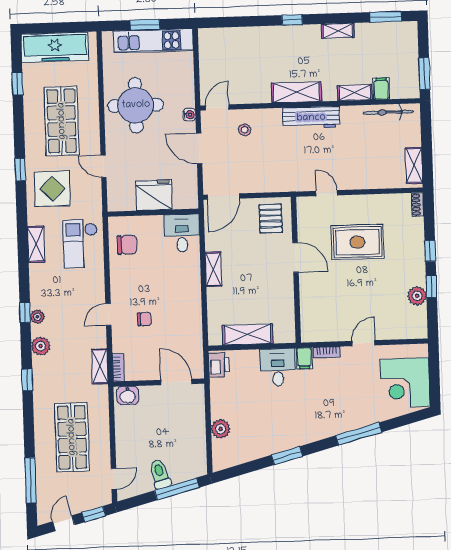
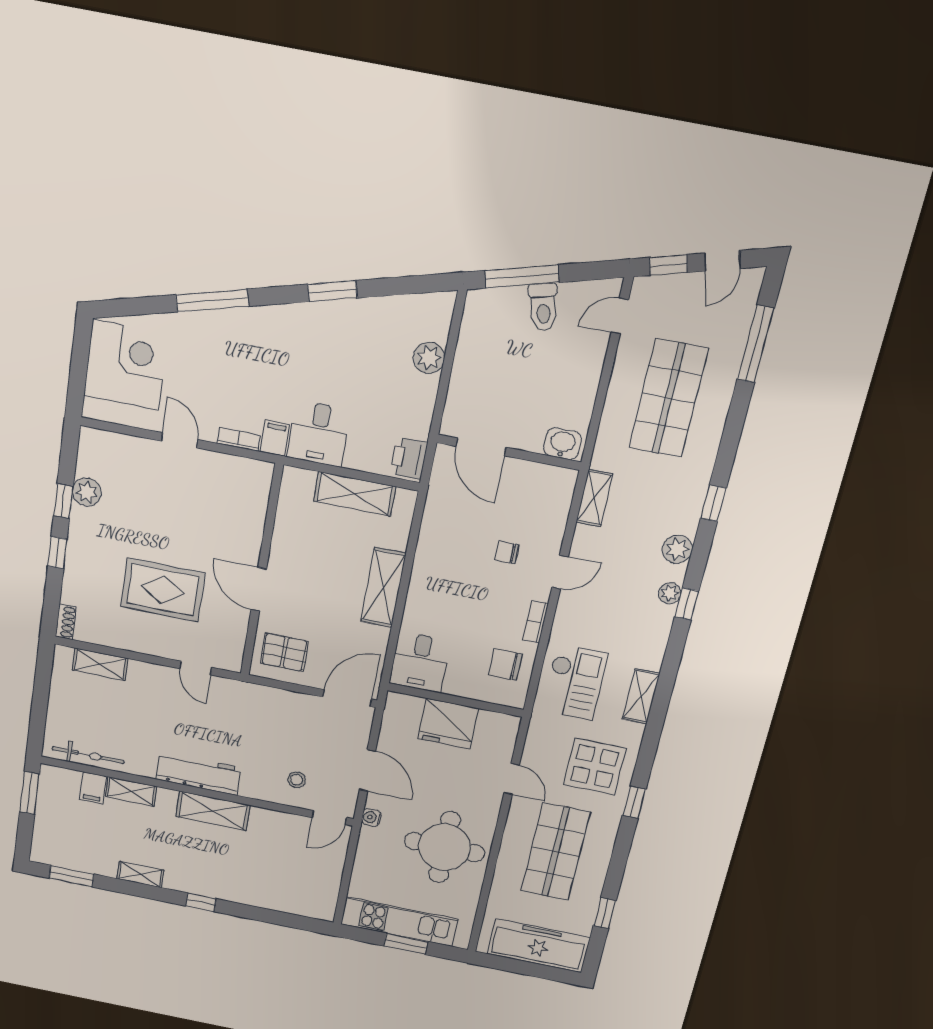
shelving: (414, 165) -> (100, 664), moved, turned 90
pallet: (271, 218) -> (284, 652), turned 90
shelving: (213, 269) -> (383, 588), width x1.50, depth x1.33
door: (363, 343) -> (180, 440), swing flipped
bookcase: (118, 367) -> (536, 622), moved

